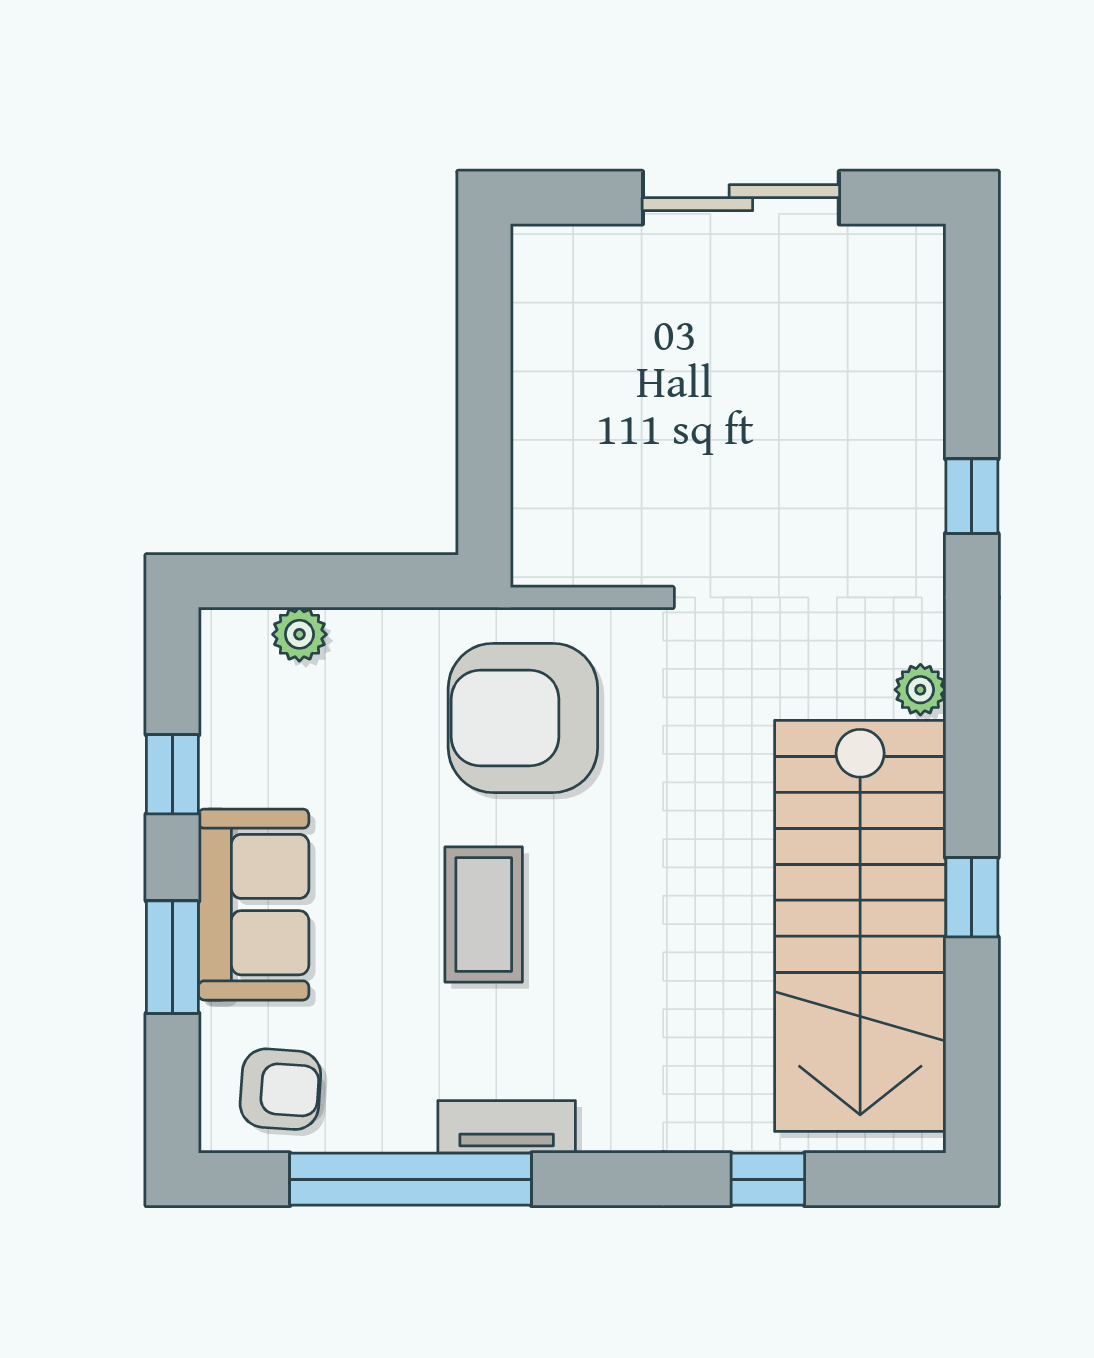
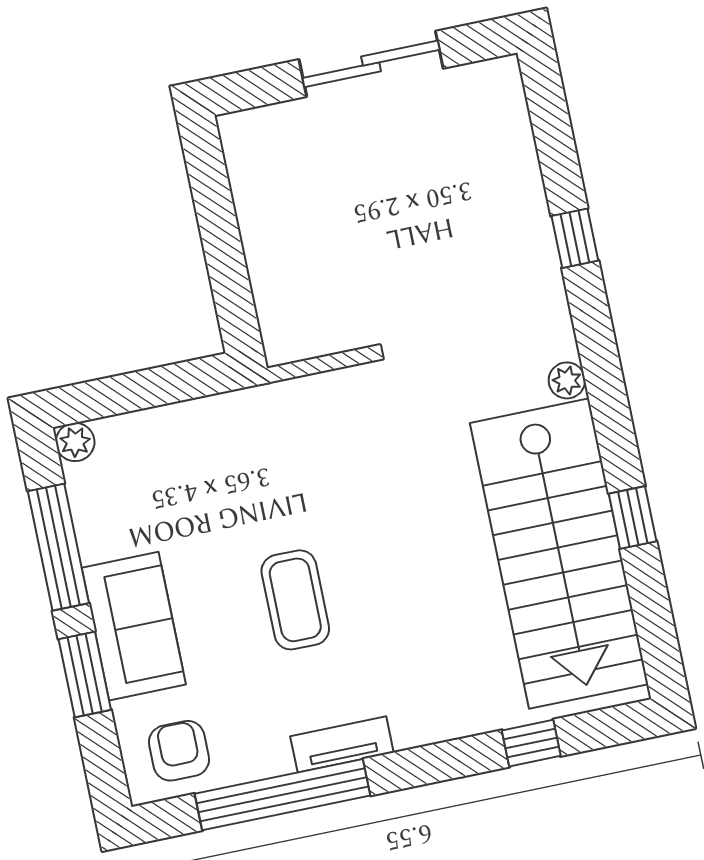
plant: (299, 634) -> (75, 442), moved
armchair: (523, 718) -> (294, 457), removed
window: (172, 774) -> (58, 547), width x2.17
armchair: (280, 1089) -> (179, 751), turned -94

